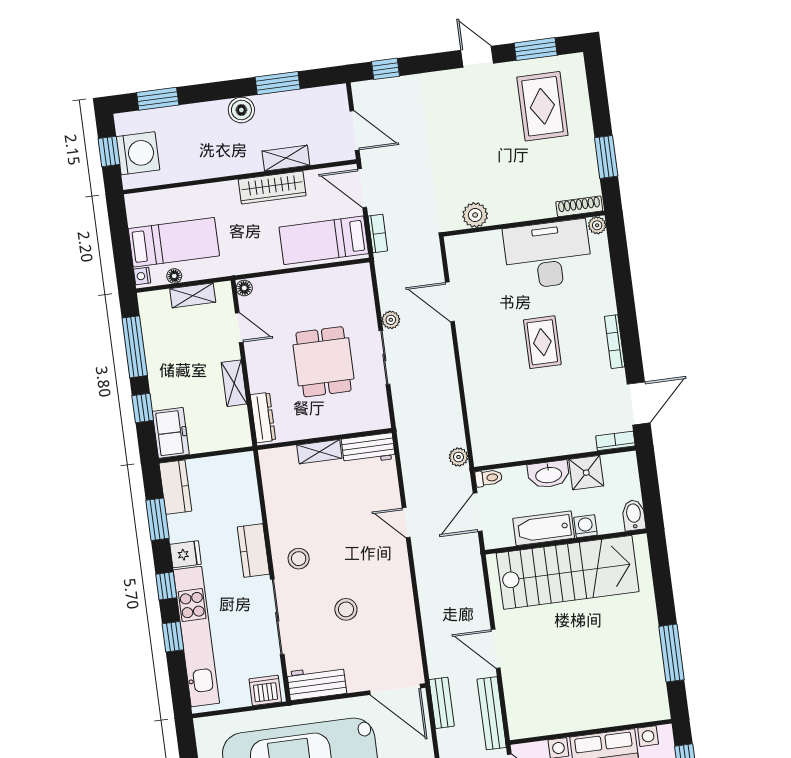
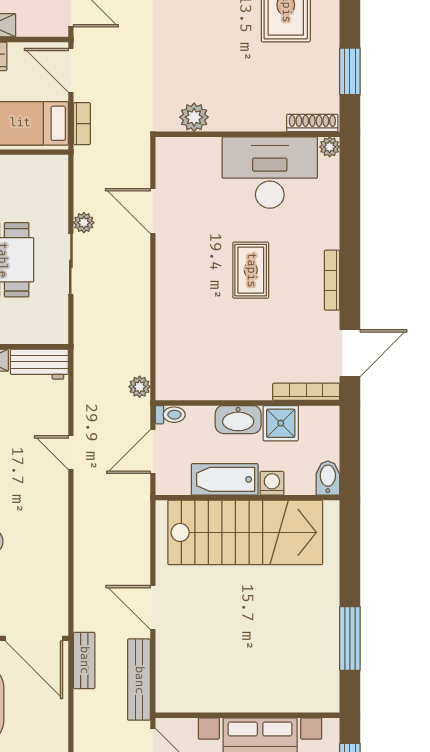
bookcase: (615, 441) -> (306, 392), width x1.56

